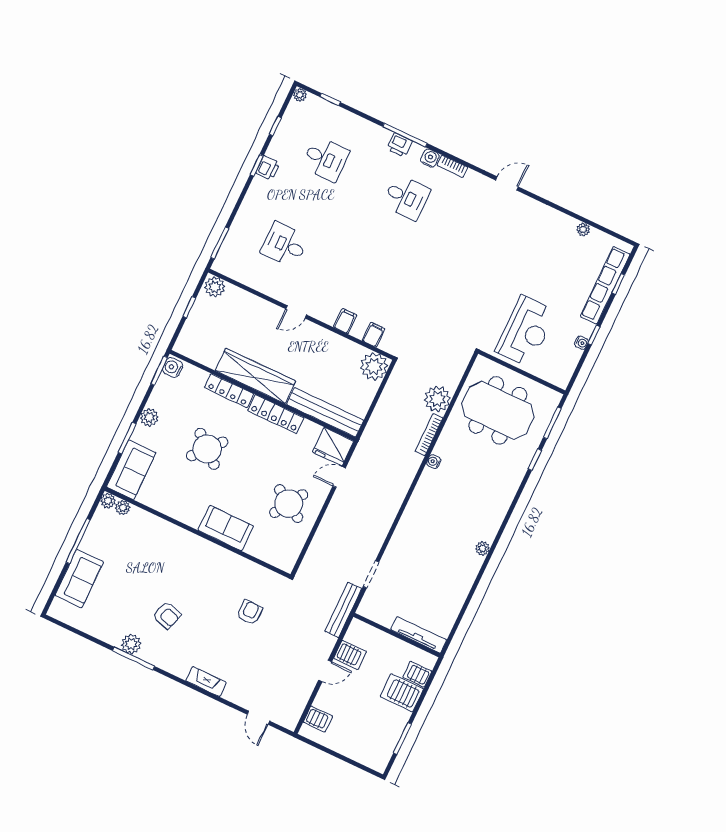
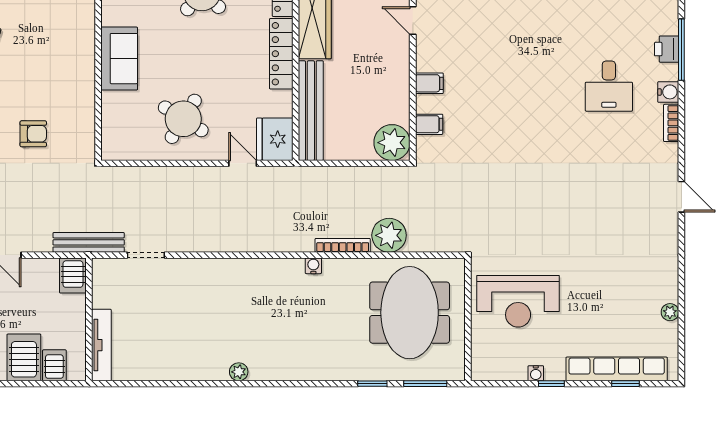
server rack: (350, 655) -> (73, 275), moved

